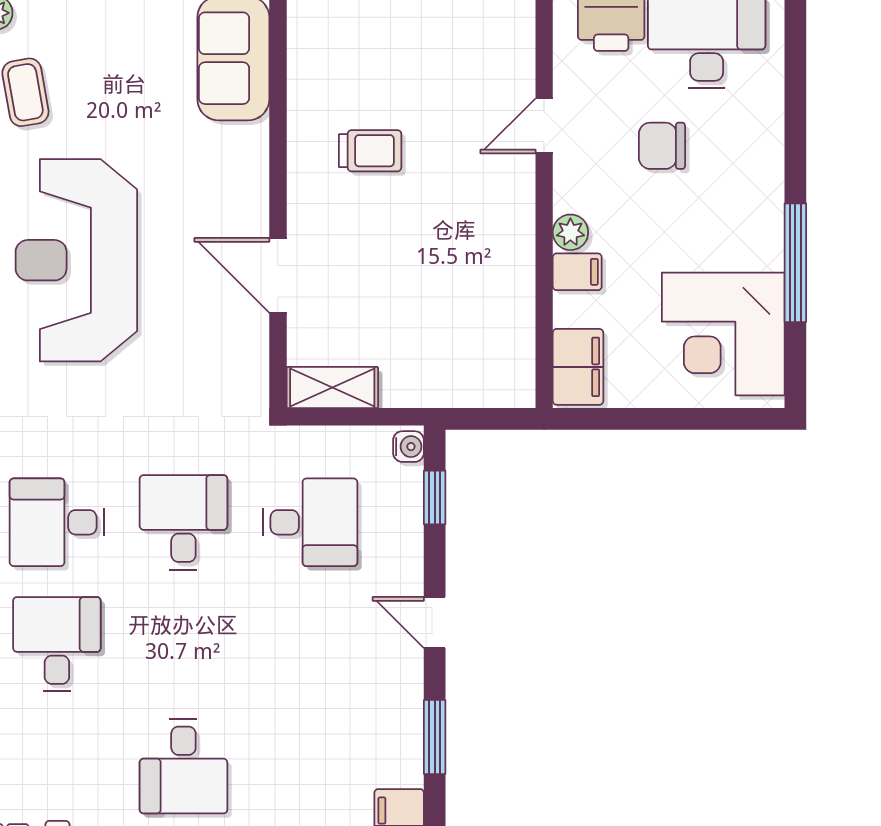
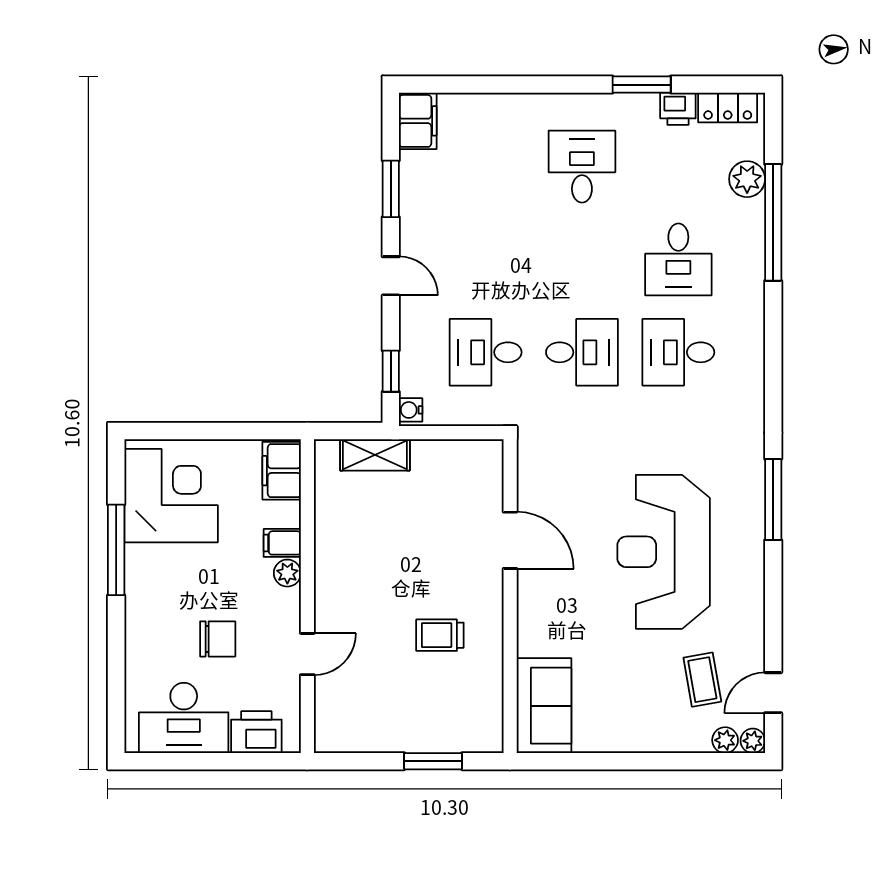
reception desk: (76, 260) -> (664, 552), turned 180
shelving: (332, 388) -> (375, 455), moved
desk: (57, 522) -> (678, 352), turned 180
desk: (183, 522) -> (582, 352), turned -90

